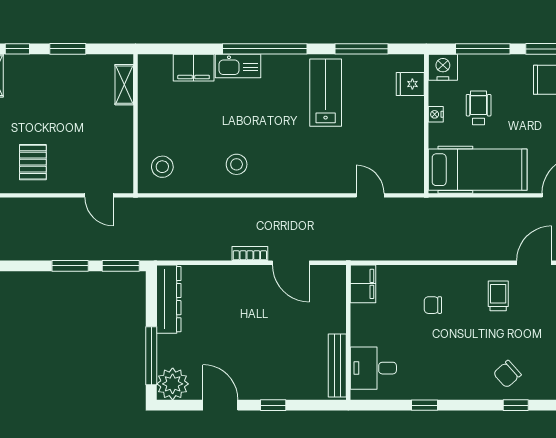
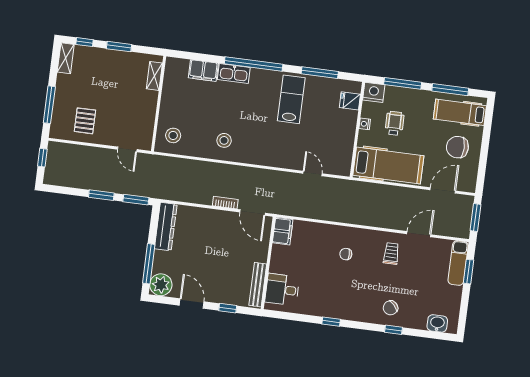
filing cabinet: (363, 284) -> (283, 231), moved
wall: (348, 332) -> (268, 263), moved
bench: (337, 366) -> (258, 285), moved
desk: (373, 368) -> (282, 290), moved

